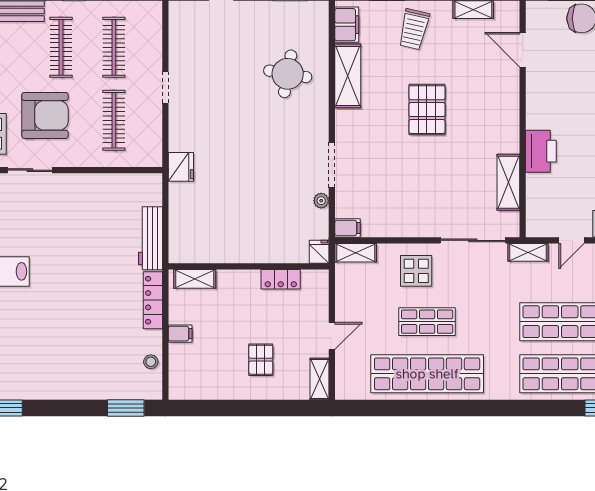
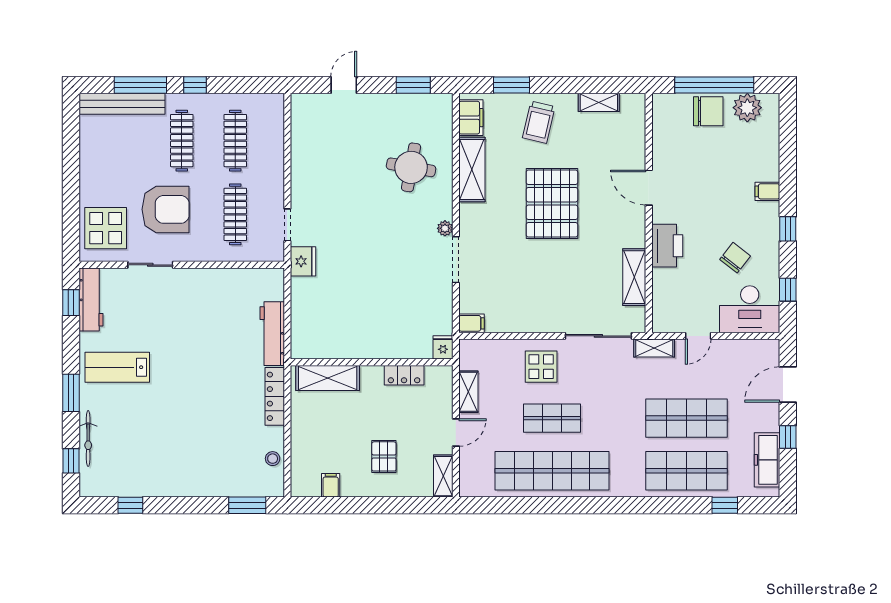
door: (523, 50) -> (649, 188), moved
doorway: (165, 88) -> (287, 225), moved
pallet: (427, 110) -> (552, 203), width x1.37, depth x1.41
plant: (321, 201) -> (445, 228), moved
shelving: (356, 253) -> (468, 392), moved, turned 90
shelving: (195, 279) -> (328, 378), width x1.50, depth x1.33
filing cabinet: (180, 334) -> (331, 485), moved, turned -90

